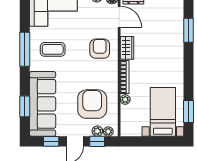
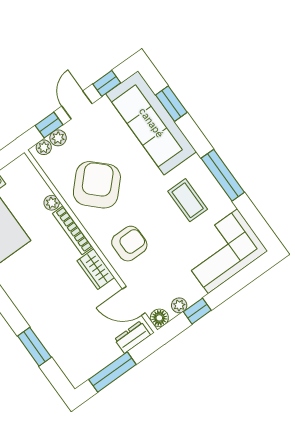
coffee table: (53, 49) -> (188, 200), turned 90
armchair: (100, 49) -> (129, 244), turned -90
armchair: (92, 104) -> (97, 185), moved, turned -136

